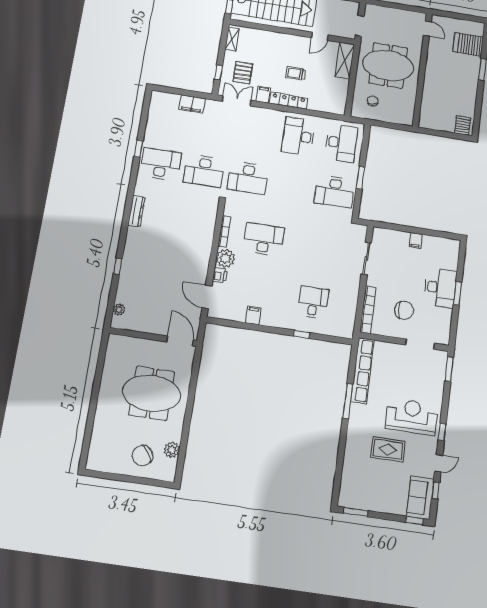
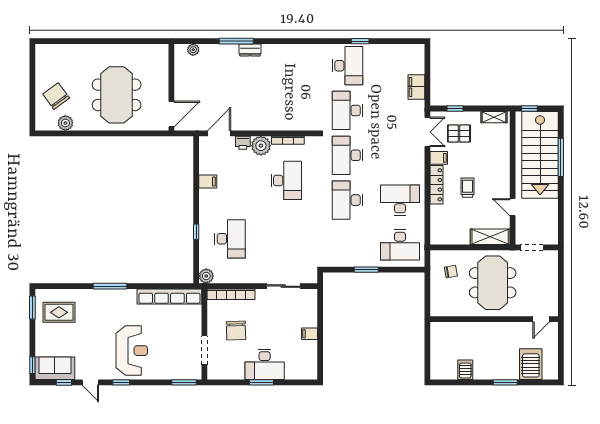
server rack: (463, 125) -> (465, 370), moved, turned -90
desk: (335, 191) -> (347, 200), moved
dresser: (136, 211) -> (250, 50), moved, width x0.70
window: (118, 266) -> (236, 41), width x2.17
desk: (313, 302) -> (230, 239), width x1.37
plant: (347, 331) -> (206, 276), added
window: (348, 401) -> (110, 286), moved
rug: (388, 449) -> (59, 312), moved, turned 90

